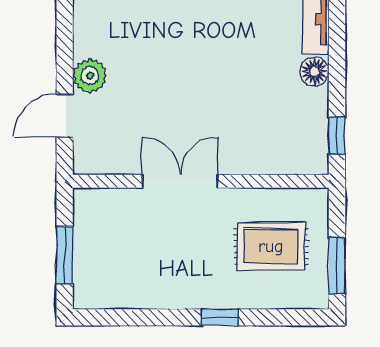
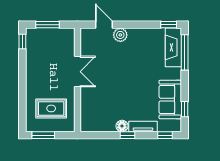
window: (337, 136) -> (127, 135), moved
rug: (271, 246) -> (51, 108), turned 90
window: (220, 317) -> (22, 41), moved

